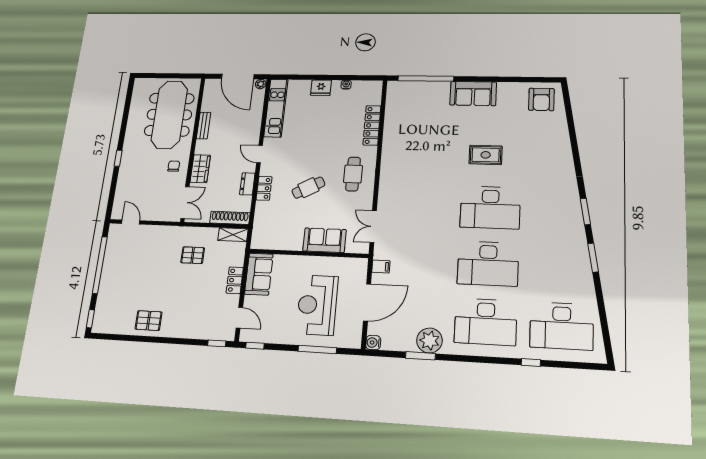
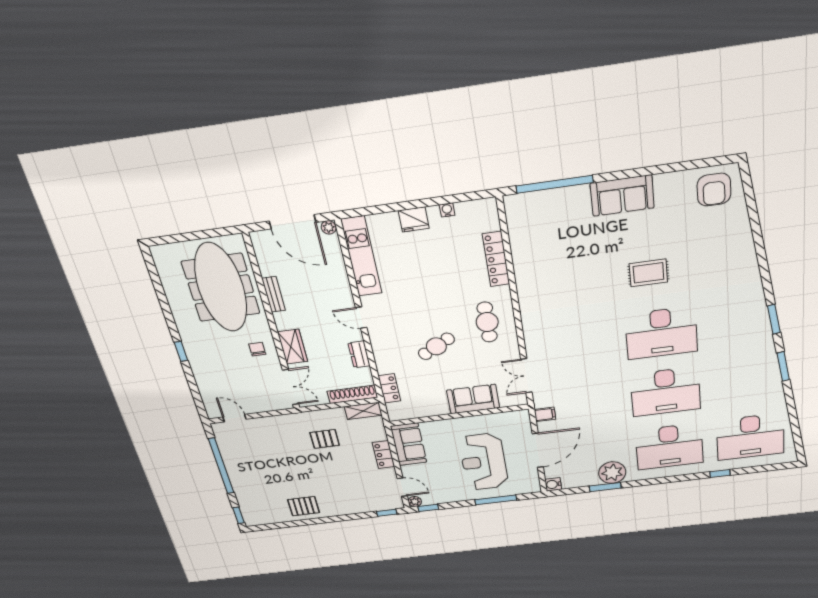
locker: (264, 188) -> (389, 388), moved
plant: (245, 336) -> (415, 502), added

